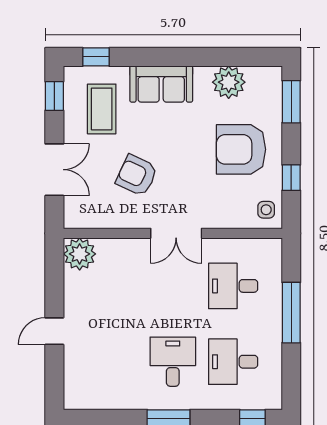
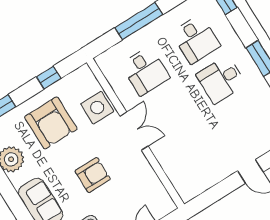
armchair: (137, 175) -> (93, 175), moved, turned -115
side table: (266, 210) -> (97, 108), moved, width x1.87, depth x1.87
plant: (80, 254) -> (188, 187), removed

